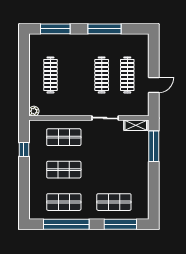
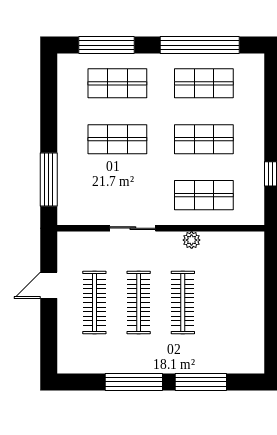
window: (55, 29) -> (201, 382), moved
clothes rail: (50, 75) -> (183, 302), moved
plant: (34, 111) -> (192, 240), moved
shelving: (136, 125) -> (80, 216), removed
shop shelf: (114, 170) -> (117, 139), added

